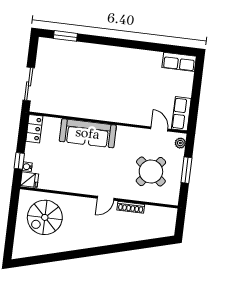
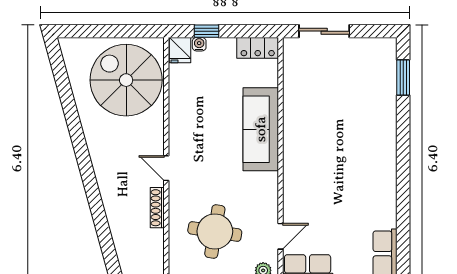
round table: (151, 172) -> (215, 231), turned -30
spiral stairs: (45, 217) -> (126, 80), width x1.37, depth x1.37

